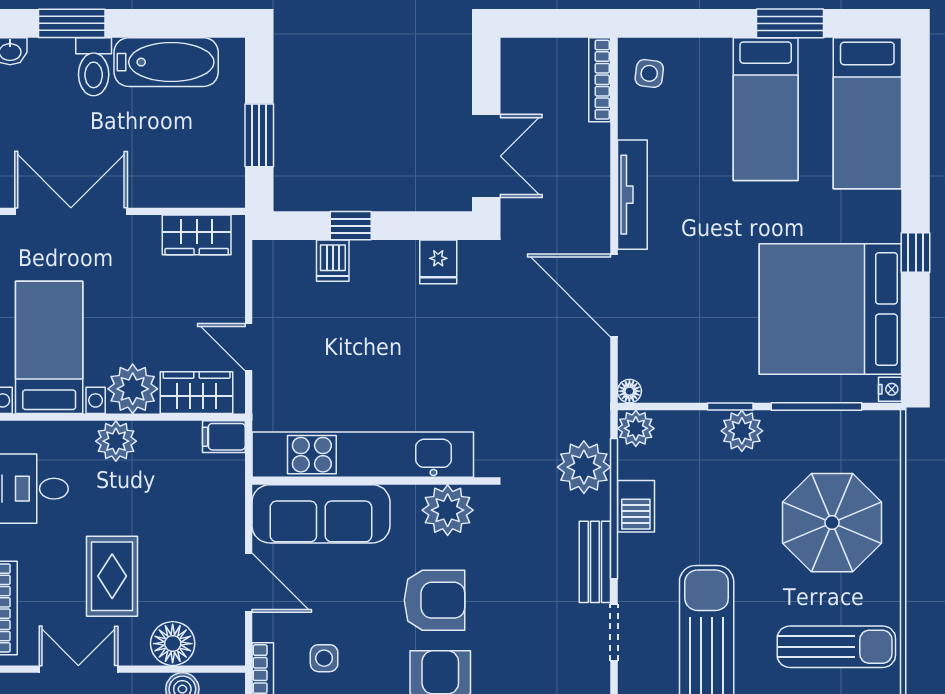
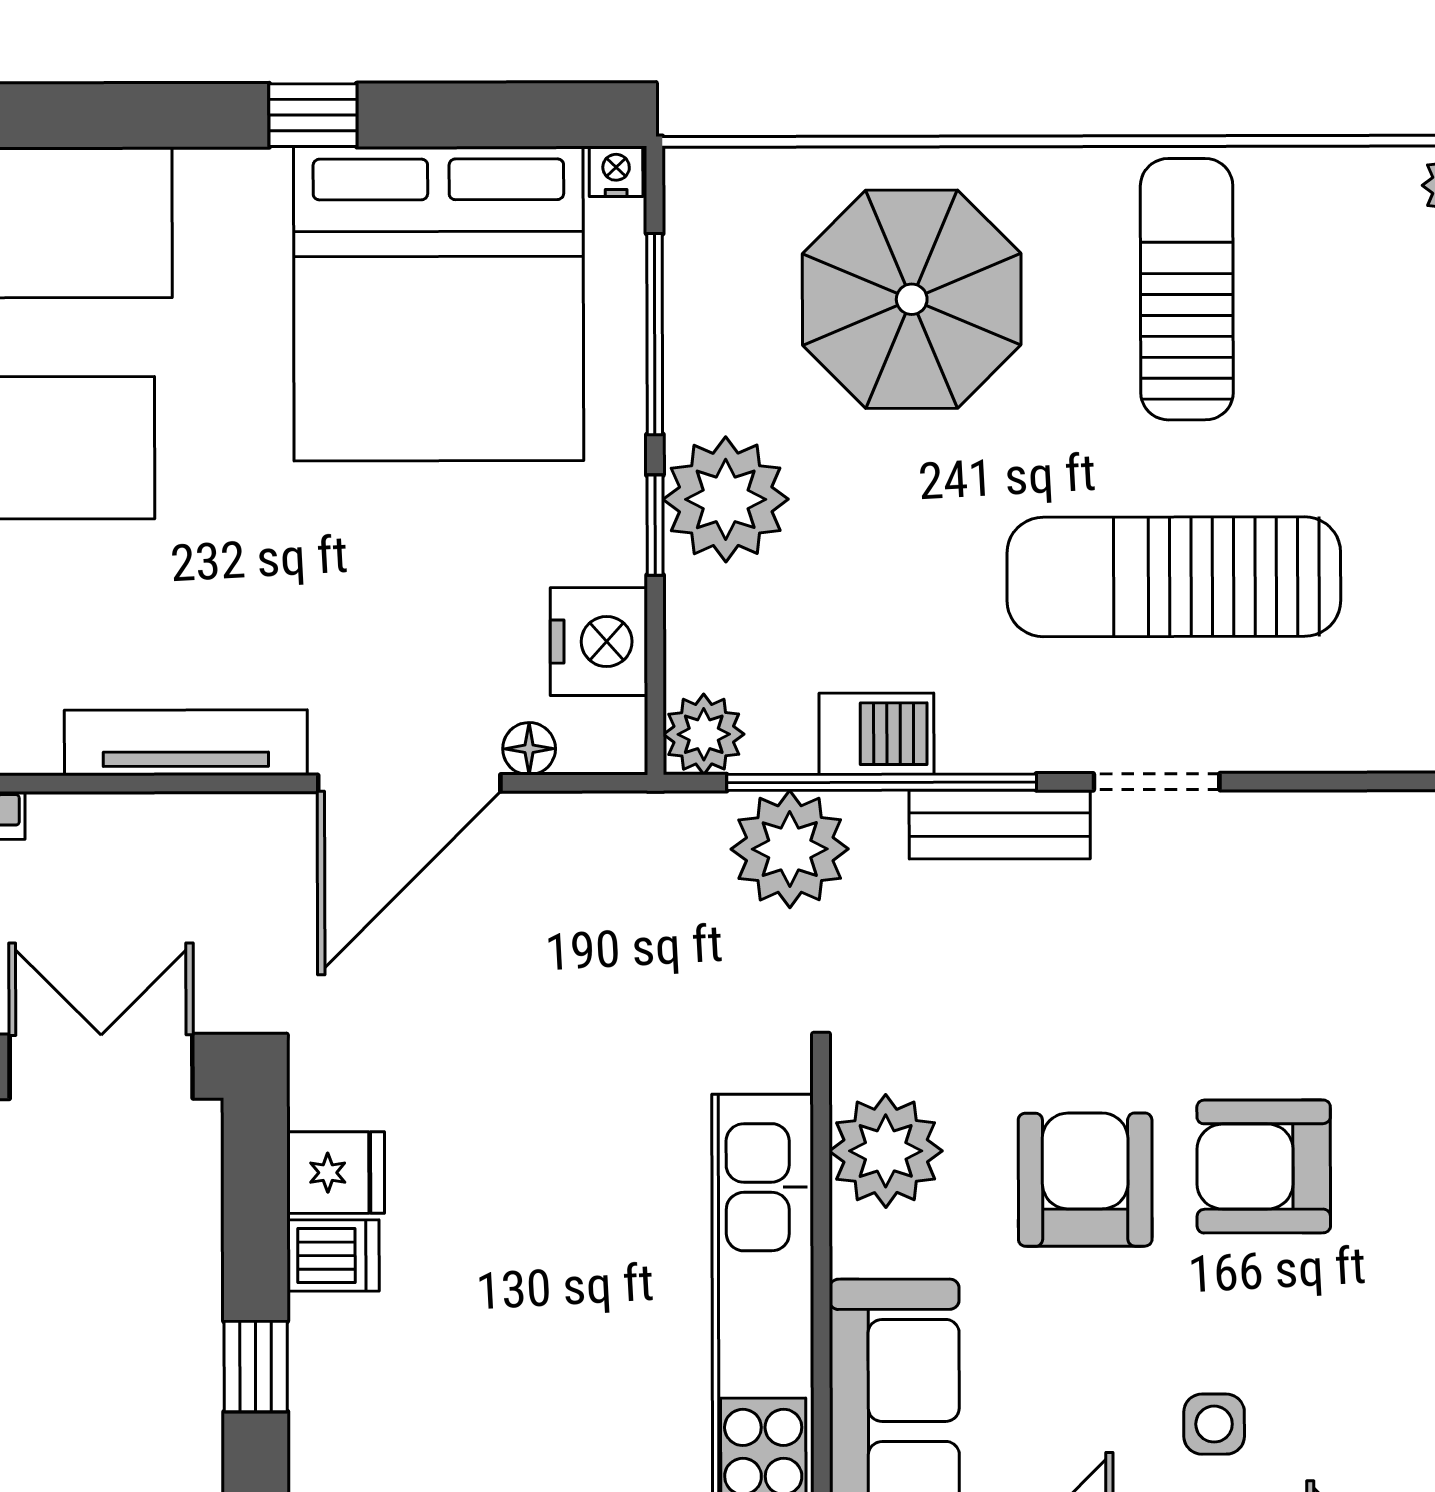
dishwasher: (333, 261) -> (333, 1256), moved
nightstand: (678, 381) -> (599, 642), added
floor lamp: (629, 391) -> (529, 749), moved
plant: (742, 431) -> (726, 499), width x1.36, depth x1.36

